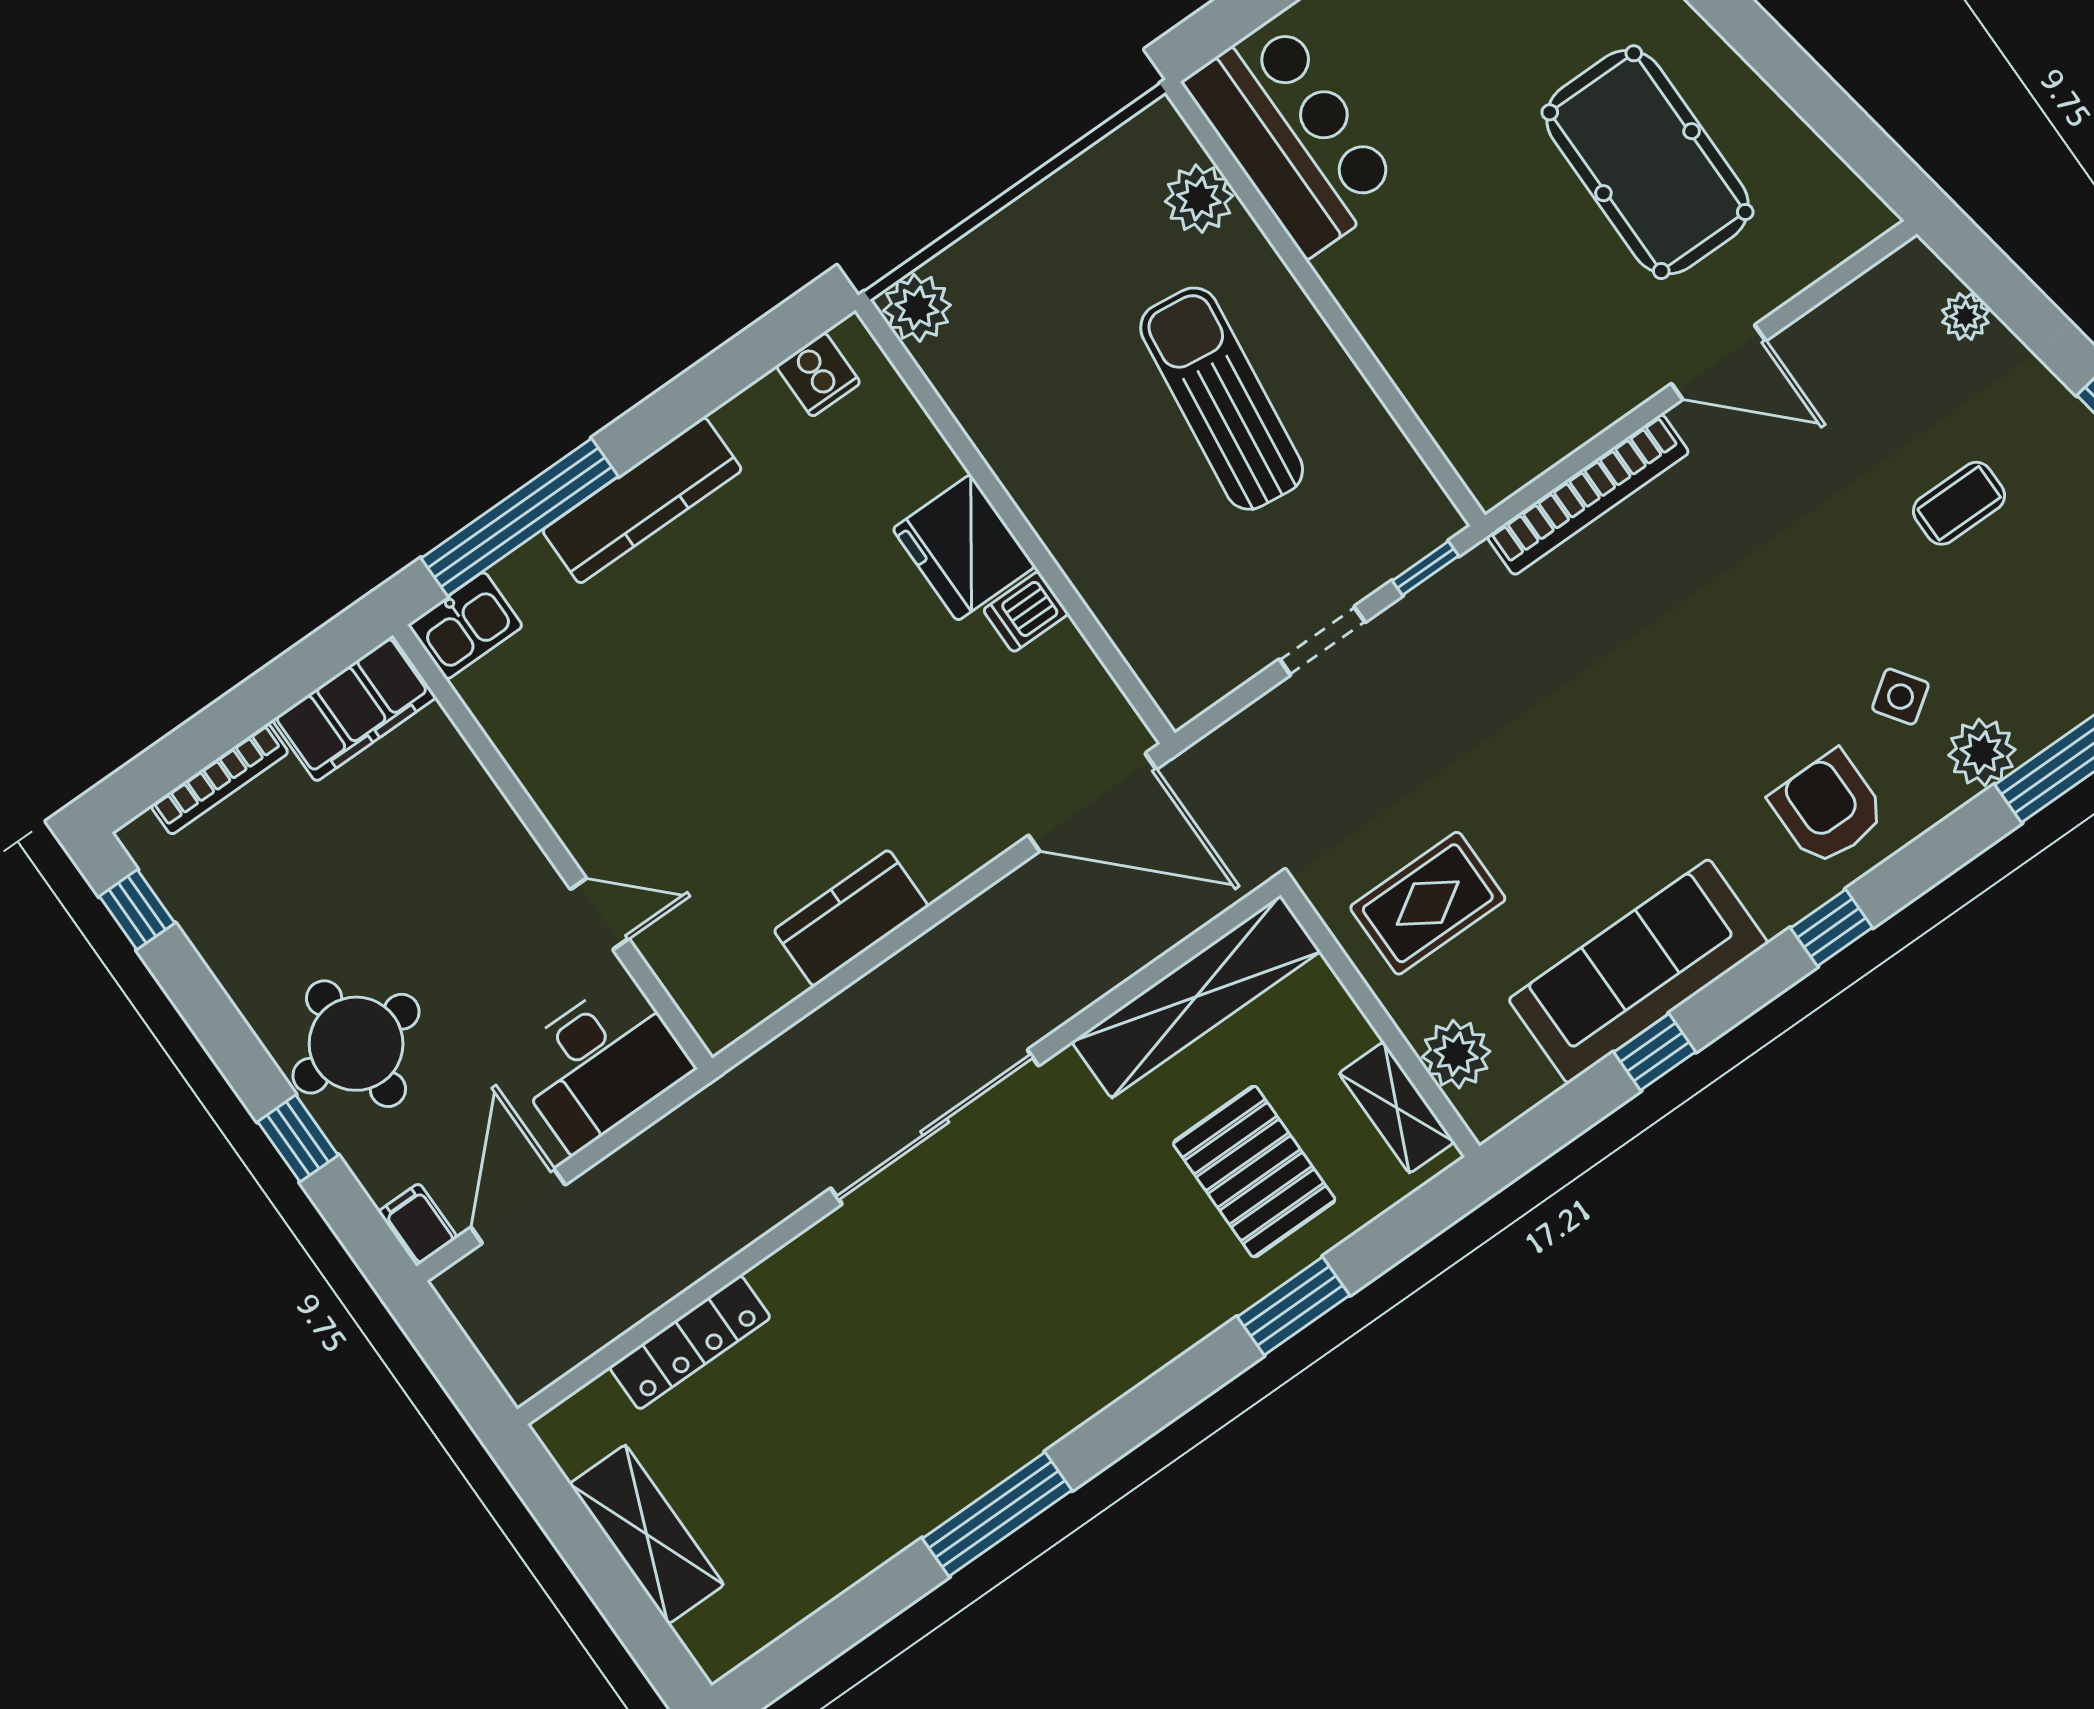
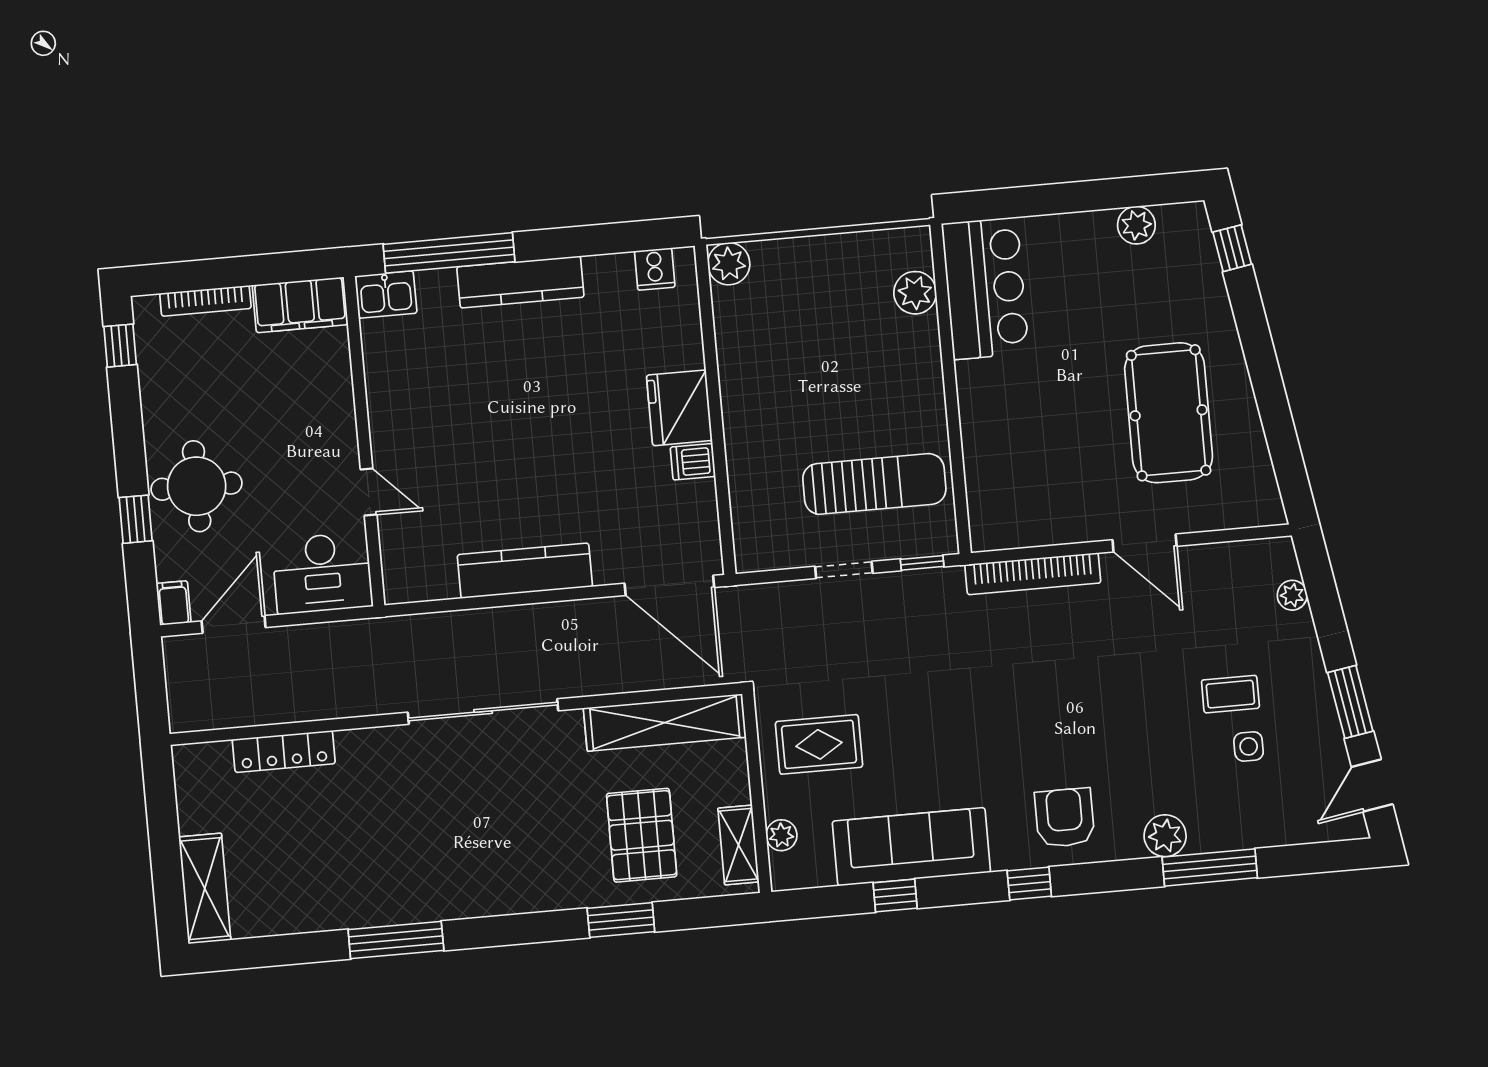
sun lounger: (1222, 399) -> (874, 484), moved, turned 83
side table: (1900, 697) -> (1249, 746), moved, turned 35
kitchen counter: (851, 918) -> (525, 571), width x1.50
plant: (1456, 1054) -> (781, 835), width x0.73, depth x0.73
shelving: (647, 1534) -> (205, 889), moved

